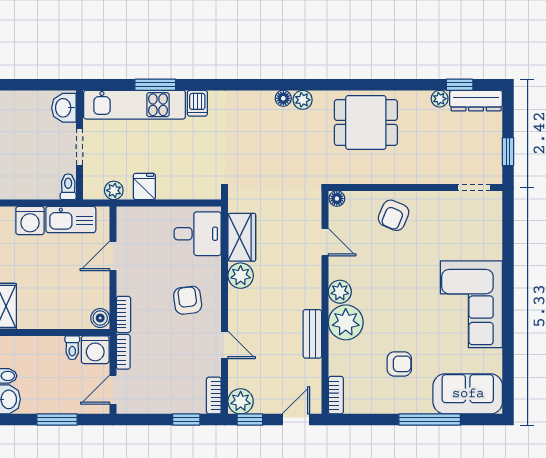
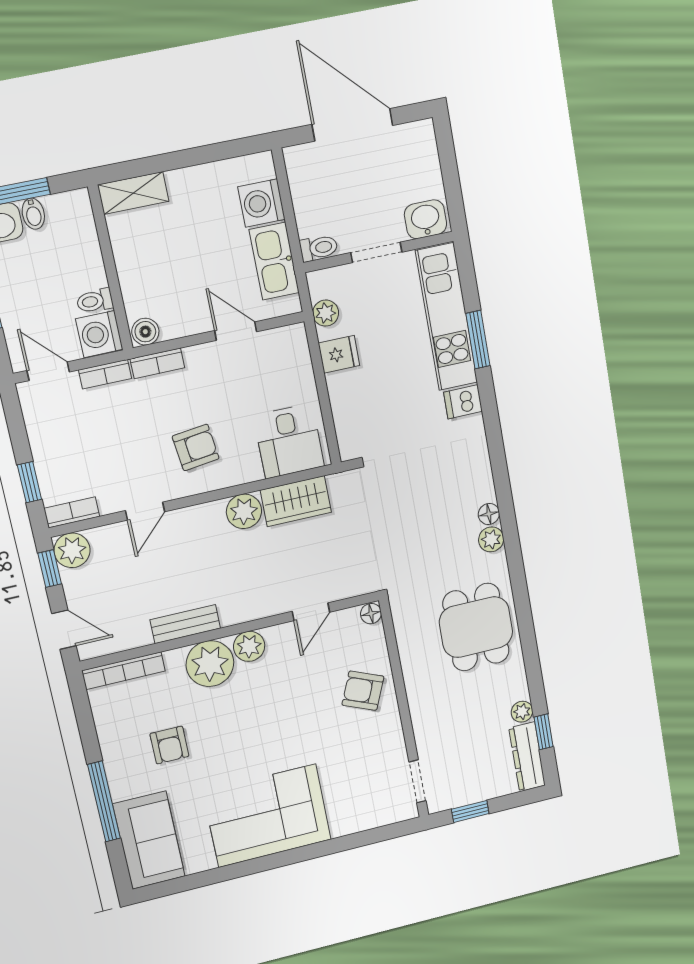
bookcase: (336, 395) -> (123, 671), width x1.56

